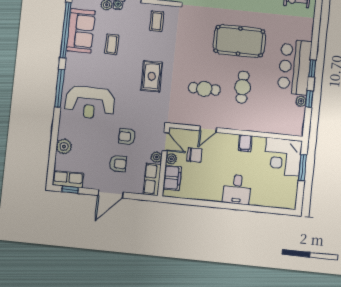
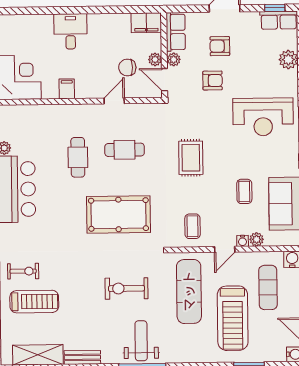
pool table: (239, 41) -> (118, 214), moved
reception desk: (90, 103) -> (263, 117), turned 180
filing cabinet: (172, 178) -> (146, 23), moved, turned -90

